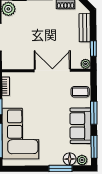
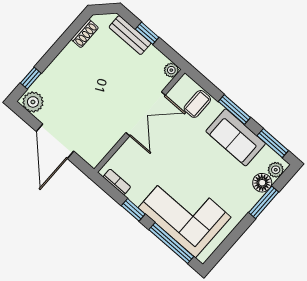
window: (93, 49) -> (147, 33), moved
double door: (52, 70) -> (146, 114), swing flipped

